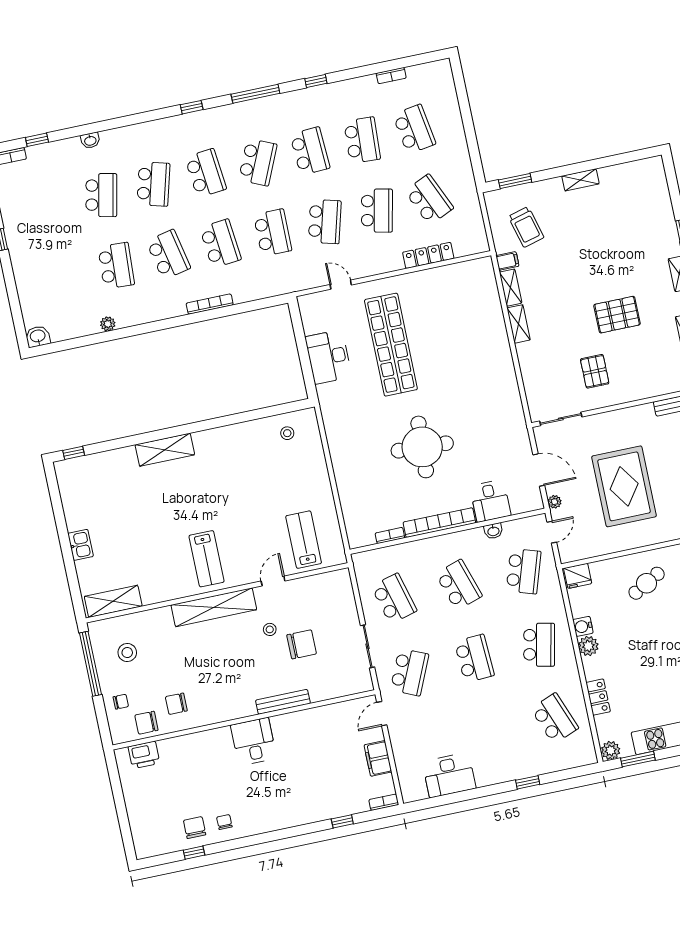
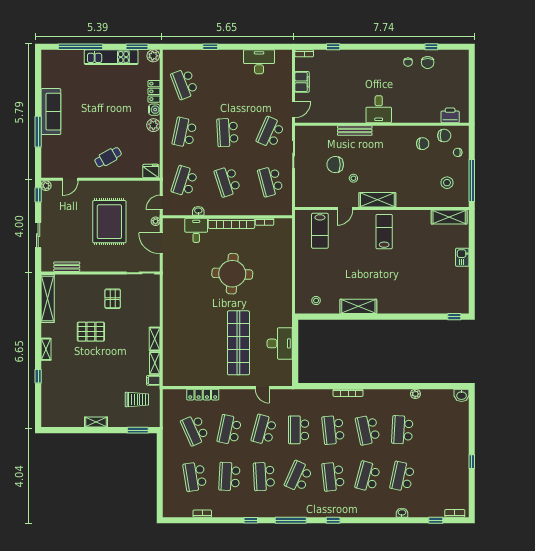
trolley: (526, 227) -> (137, 399), turned 105
shelving: (165, 450) -> (358, 306), moved
shelving: (214, 607) -> (377, 200), width x0.68
water cooler: (583, 626) -> (154, 110), moved

